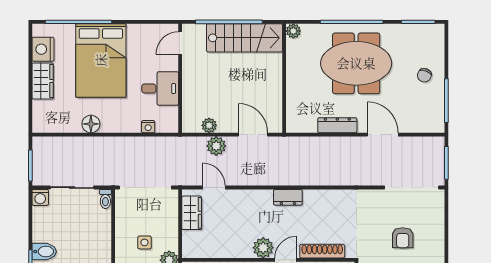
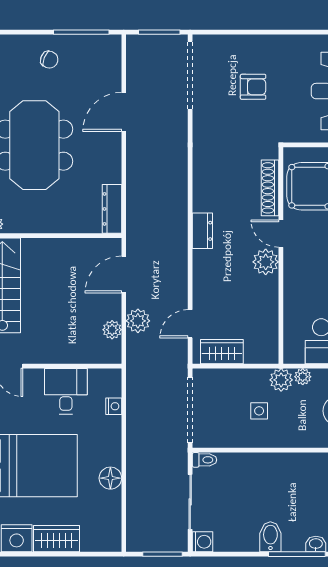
dresser: (337, 125) -> (112, 209), moved

